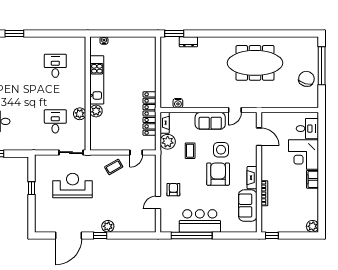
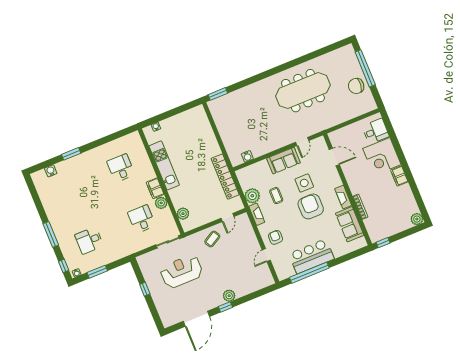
dresser: (188, 42) -> (234, 96), removed
chair: (306, 79) -> (356, 86), turned -100
filing cabinet: (80, 98) -> (155, 188), added
plant: (96, 111) -> (183, 214), moved
fireplace: (165, 123) -> (257, 214), moved

